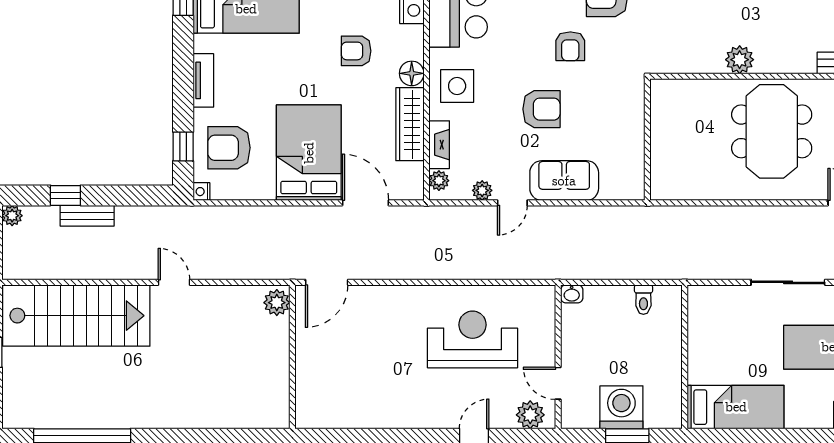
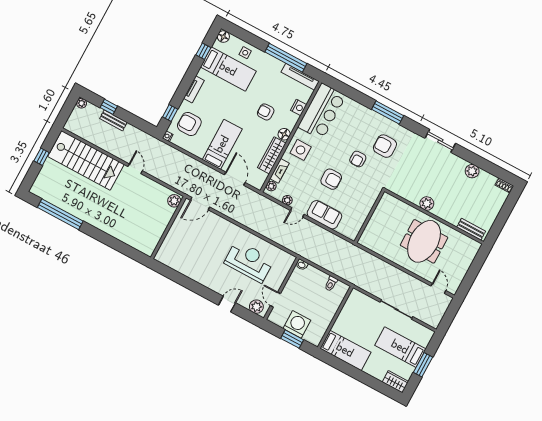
bed: (309, 153) -> (222, 144), width x0.67

